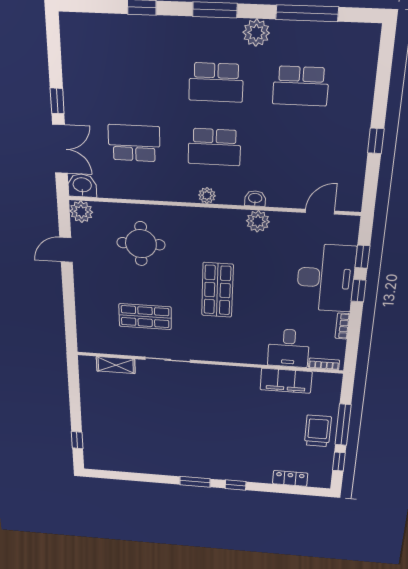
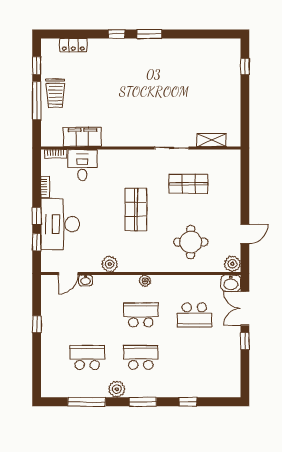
washbasin: (255, 199) -> (86, 280), moved

